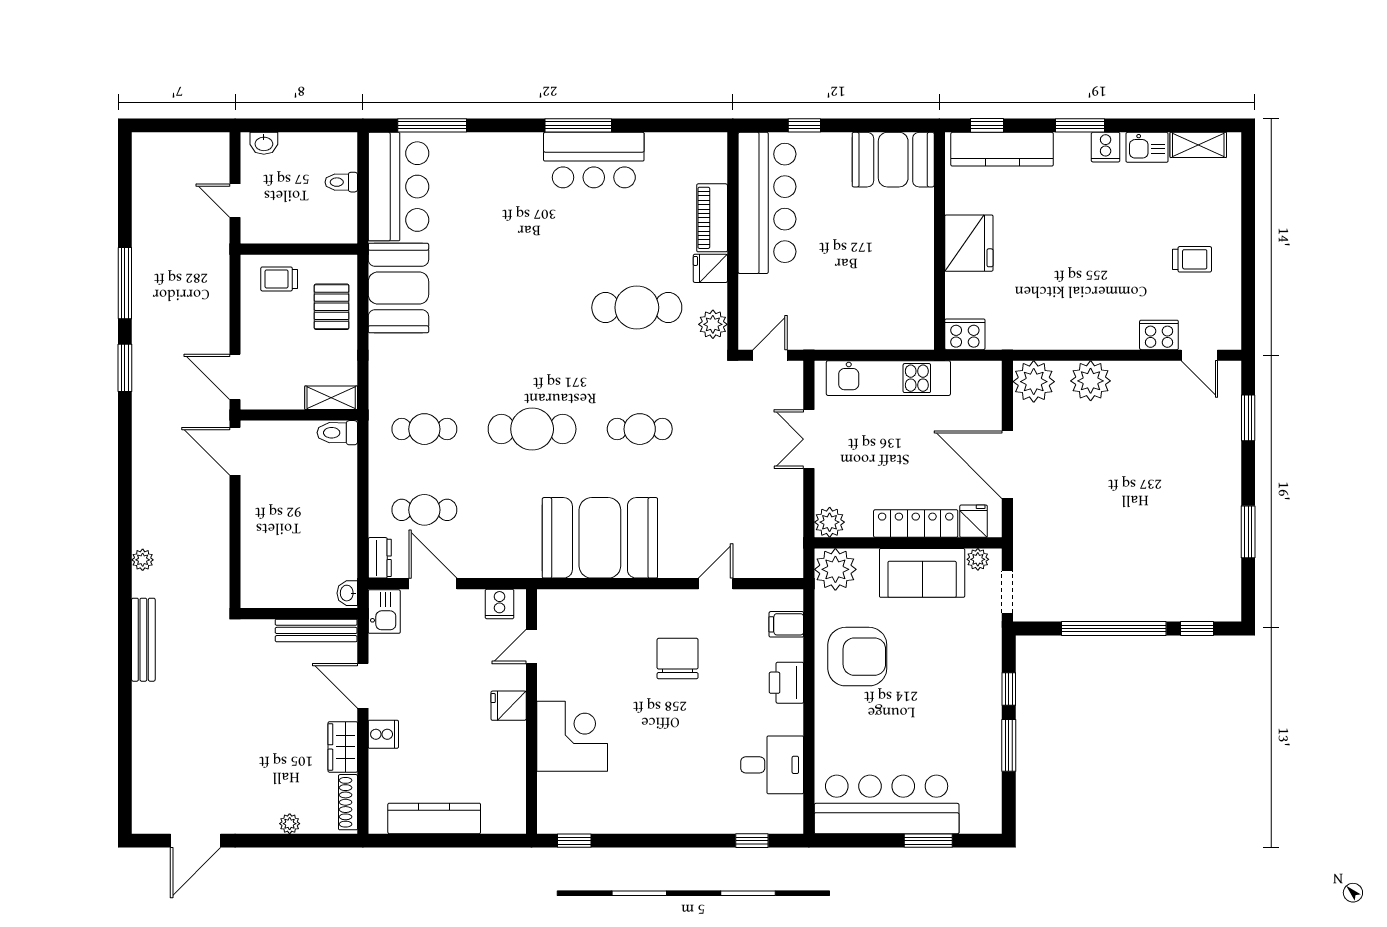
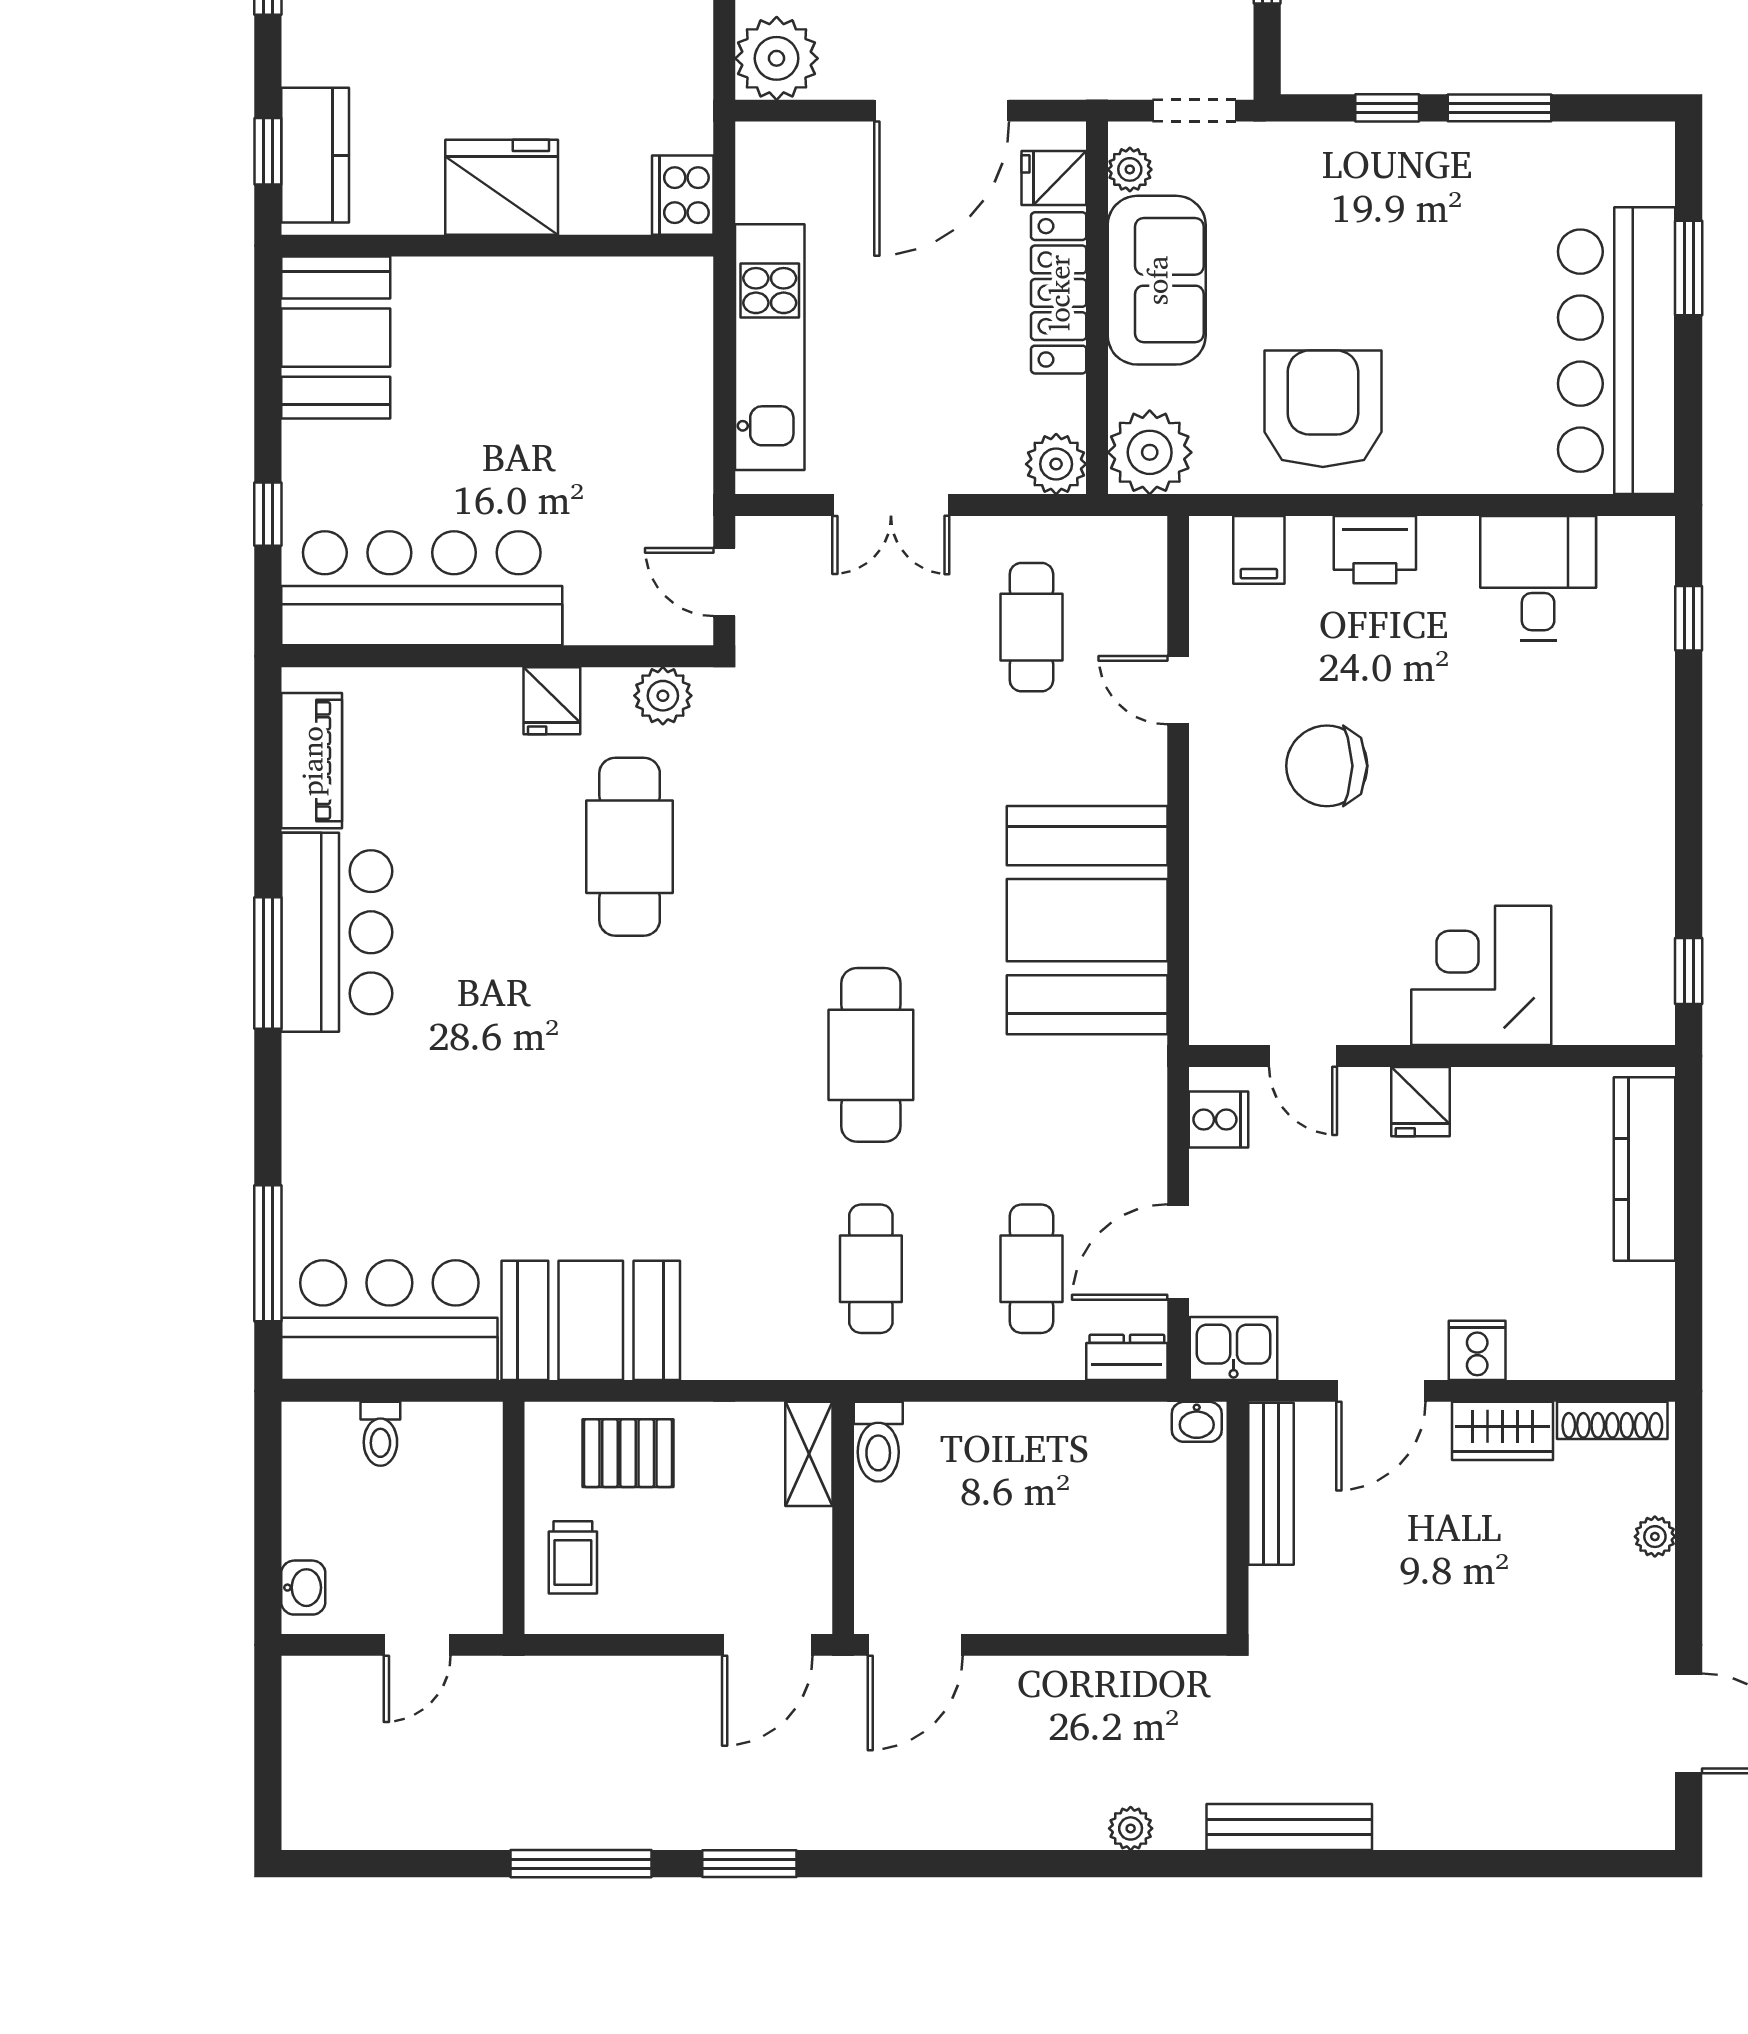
kitchen counter: (1002, 149) -> (315, 155), width x0.67
piano: (712, 218) -> (312, 761), moved, turned -90
cafe table: (640, 429) -> (1031, 627), moved
kitchen counter: (434, 818) -> (1644, 1169), moved

